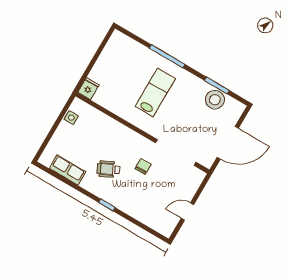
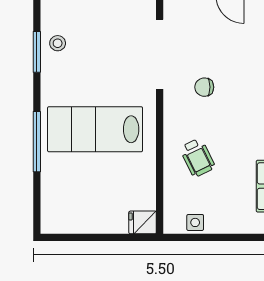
lab bench: (155, 92) -> (95, 129), width x1.36, depth x1.39
stool: (215, 100) -> (58, 43), width x0.53, depth x0.53
wheelchair: (108, 169) -> (197, 158), moved

